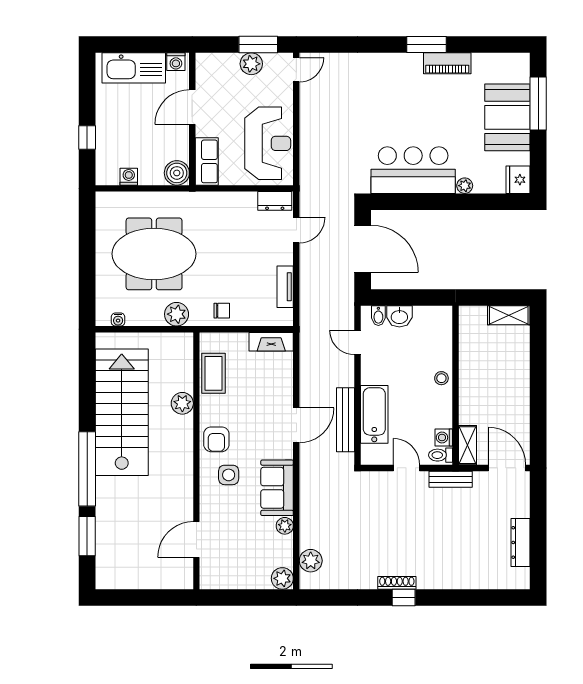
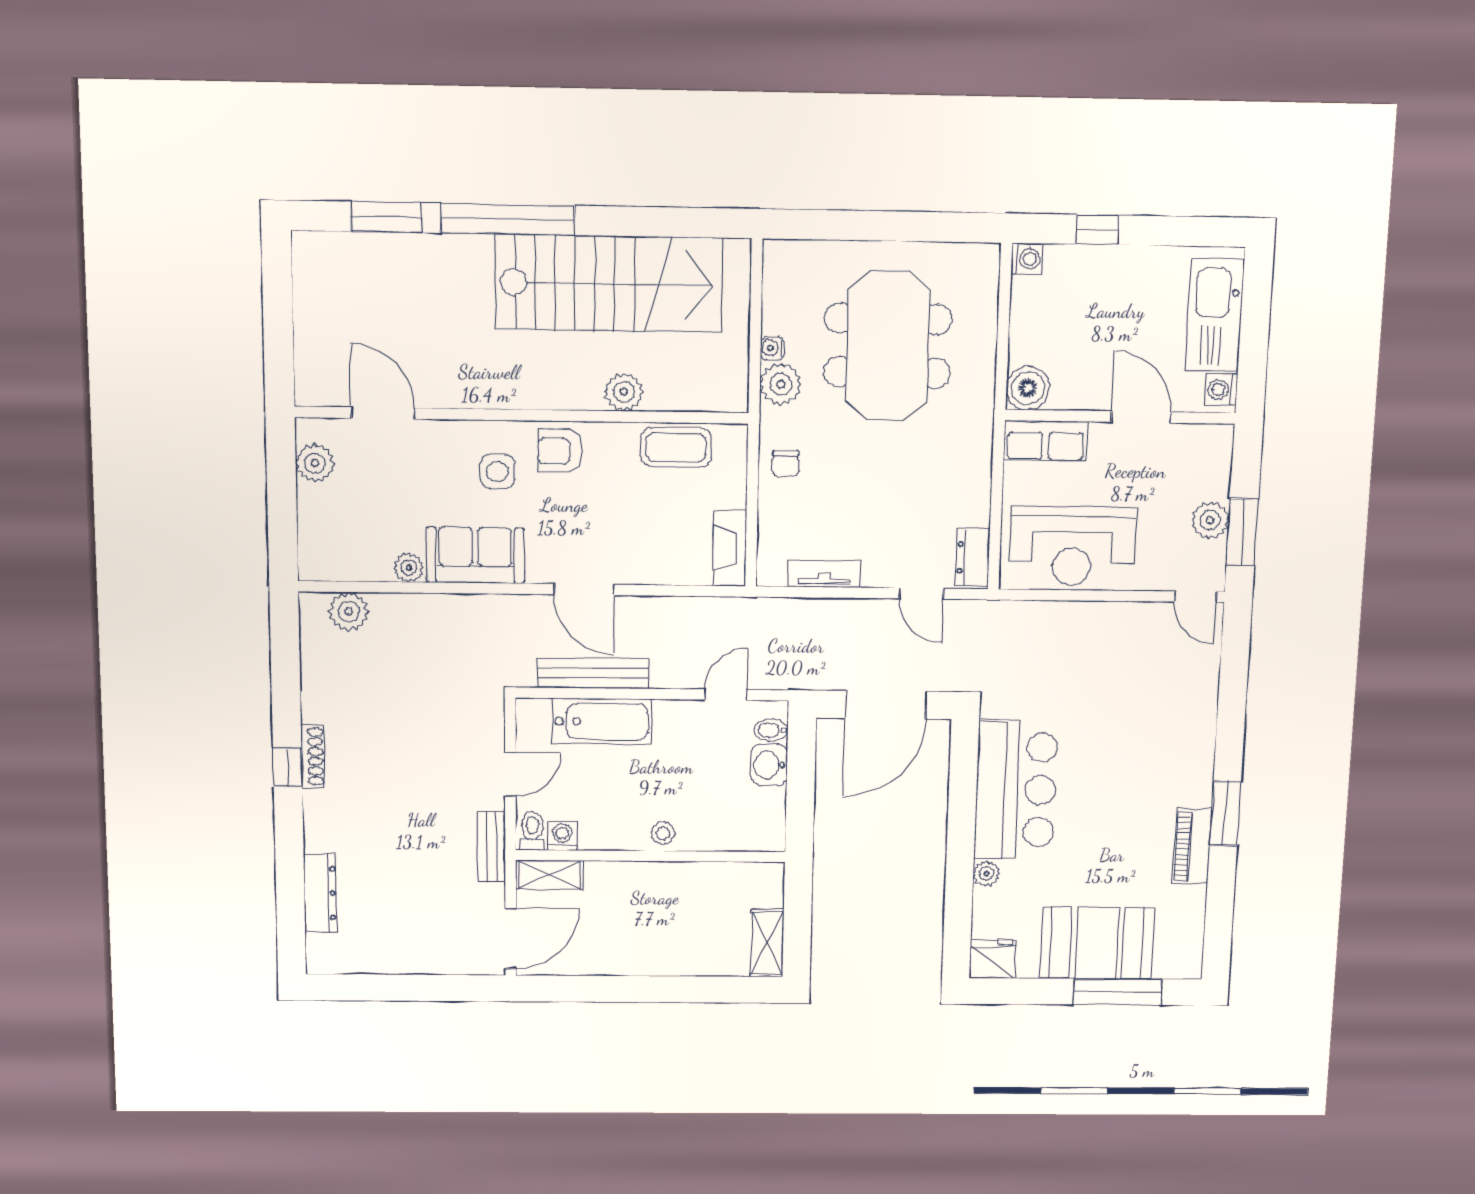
washing machine: (129, 177) -> (1027, 259), moved
water cooler: (118, 320) -> (772, 348), moved
dresser: (521, 542) -> (320, 893), moved, turned 90
plant: (282, 578) -> (315, 463), moved

